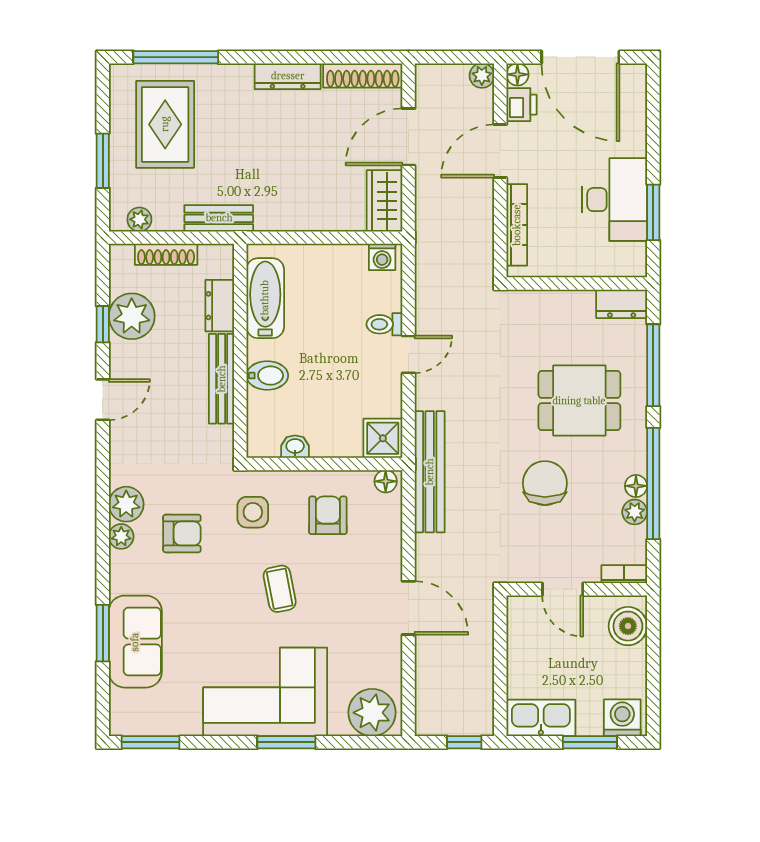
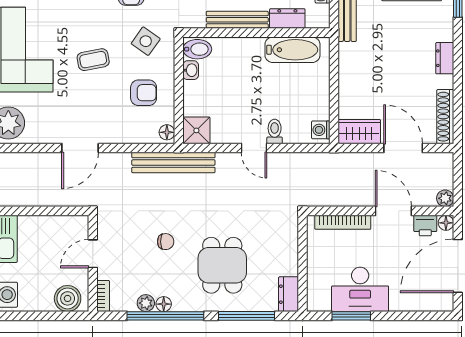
dresser: (288, 76) -> (445, 58), width x0.70
bidet: (267, 376) -> (197, 49), moved, turned -90
chair: (545, 483) -> (166, 242), width x0.54, depth x0.54
side table: (253, 512) -> (146, 41), turned 35

